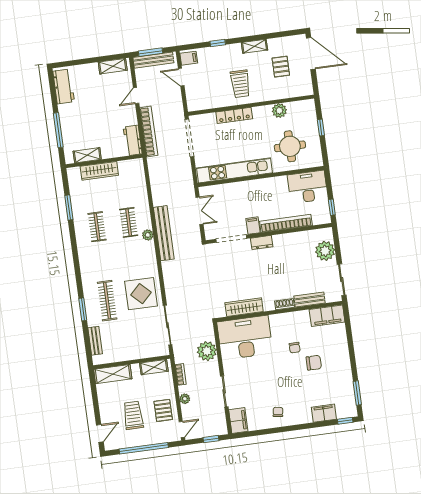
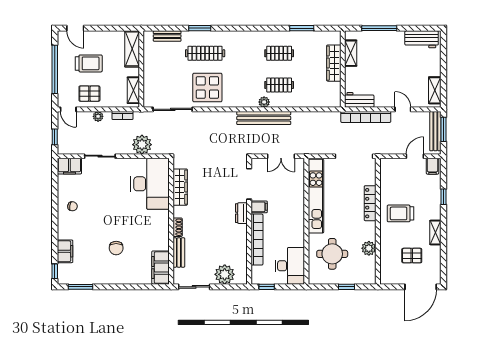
chair: (295, 348) -> (134, 231), removed

